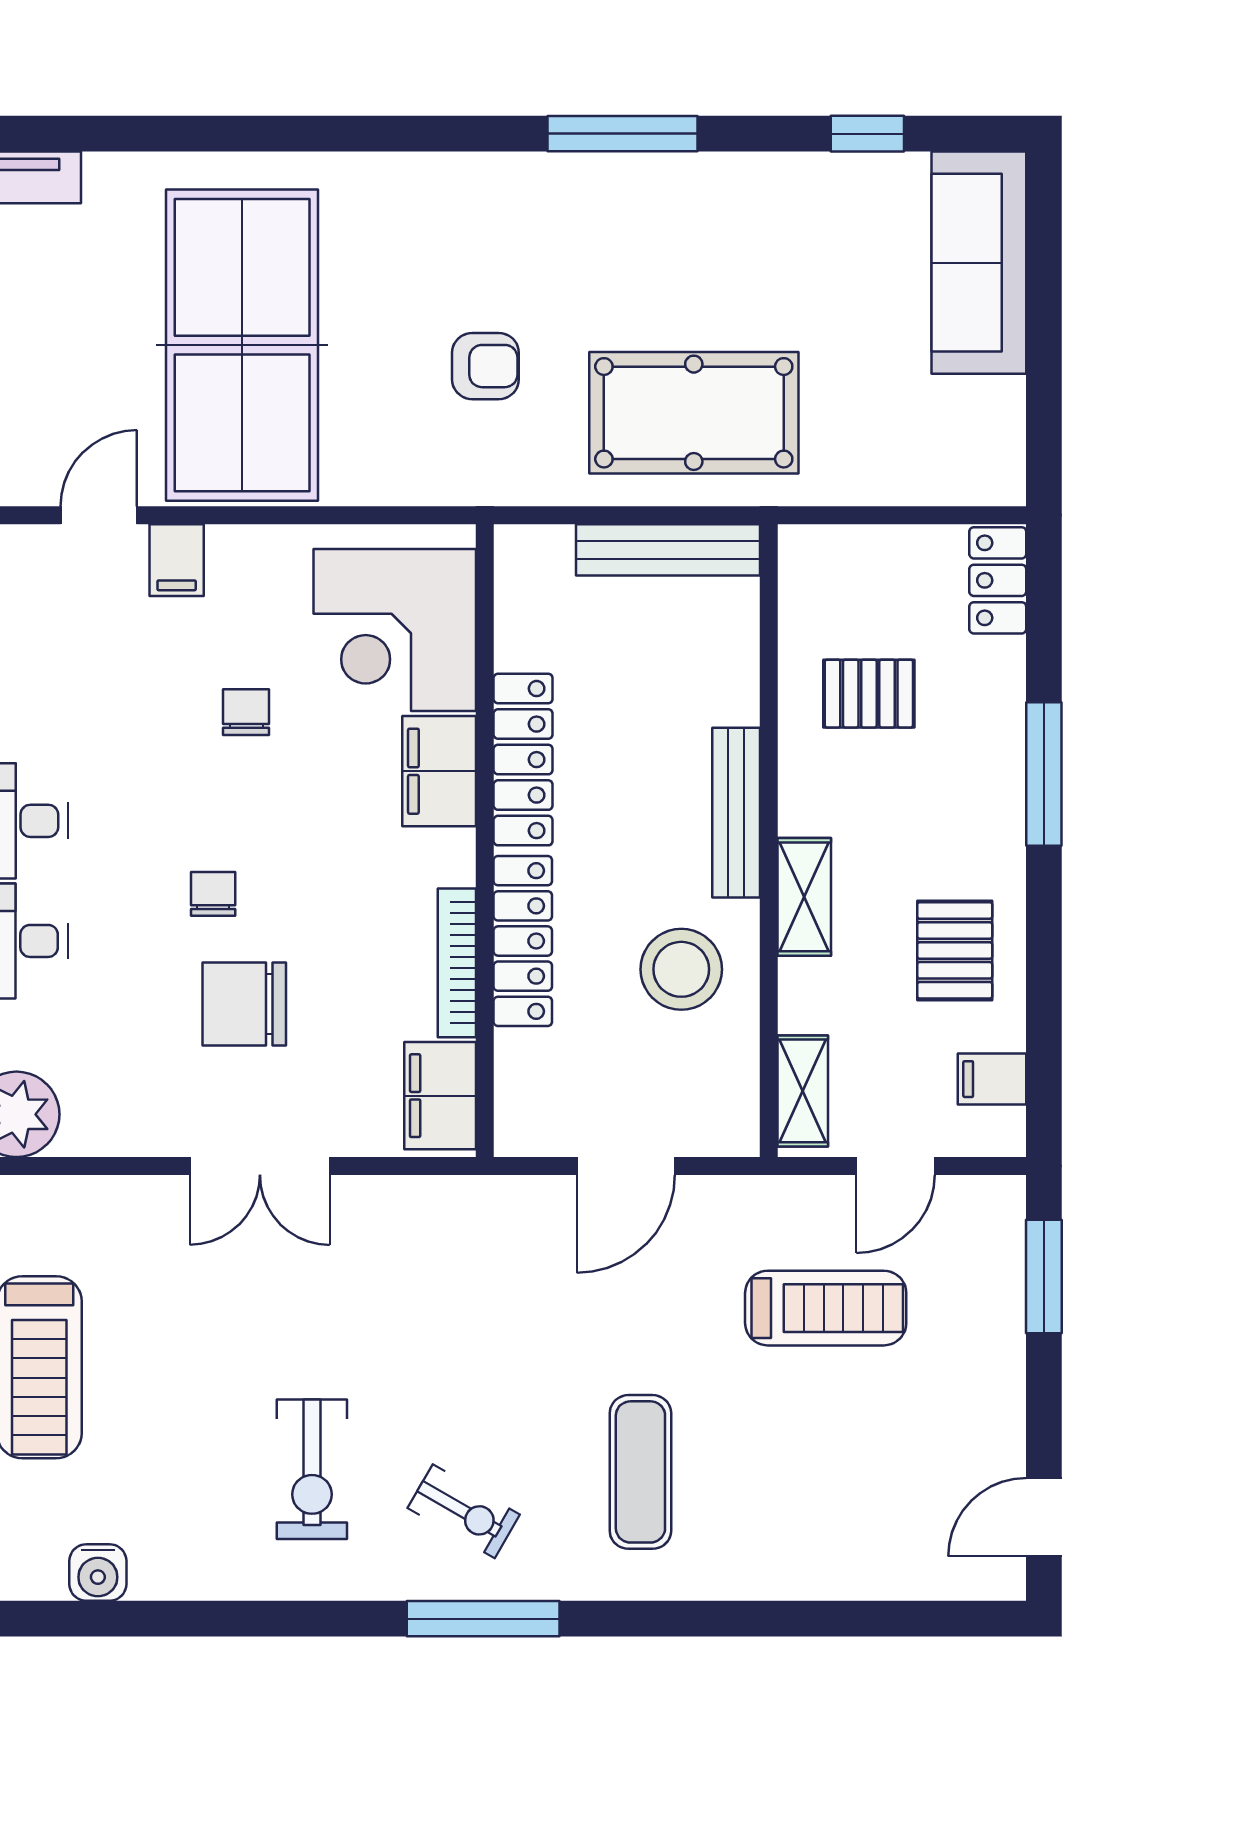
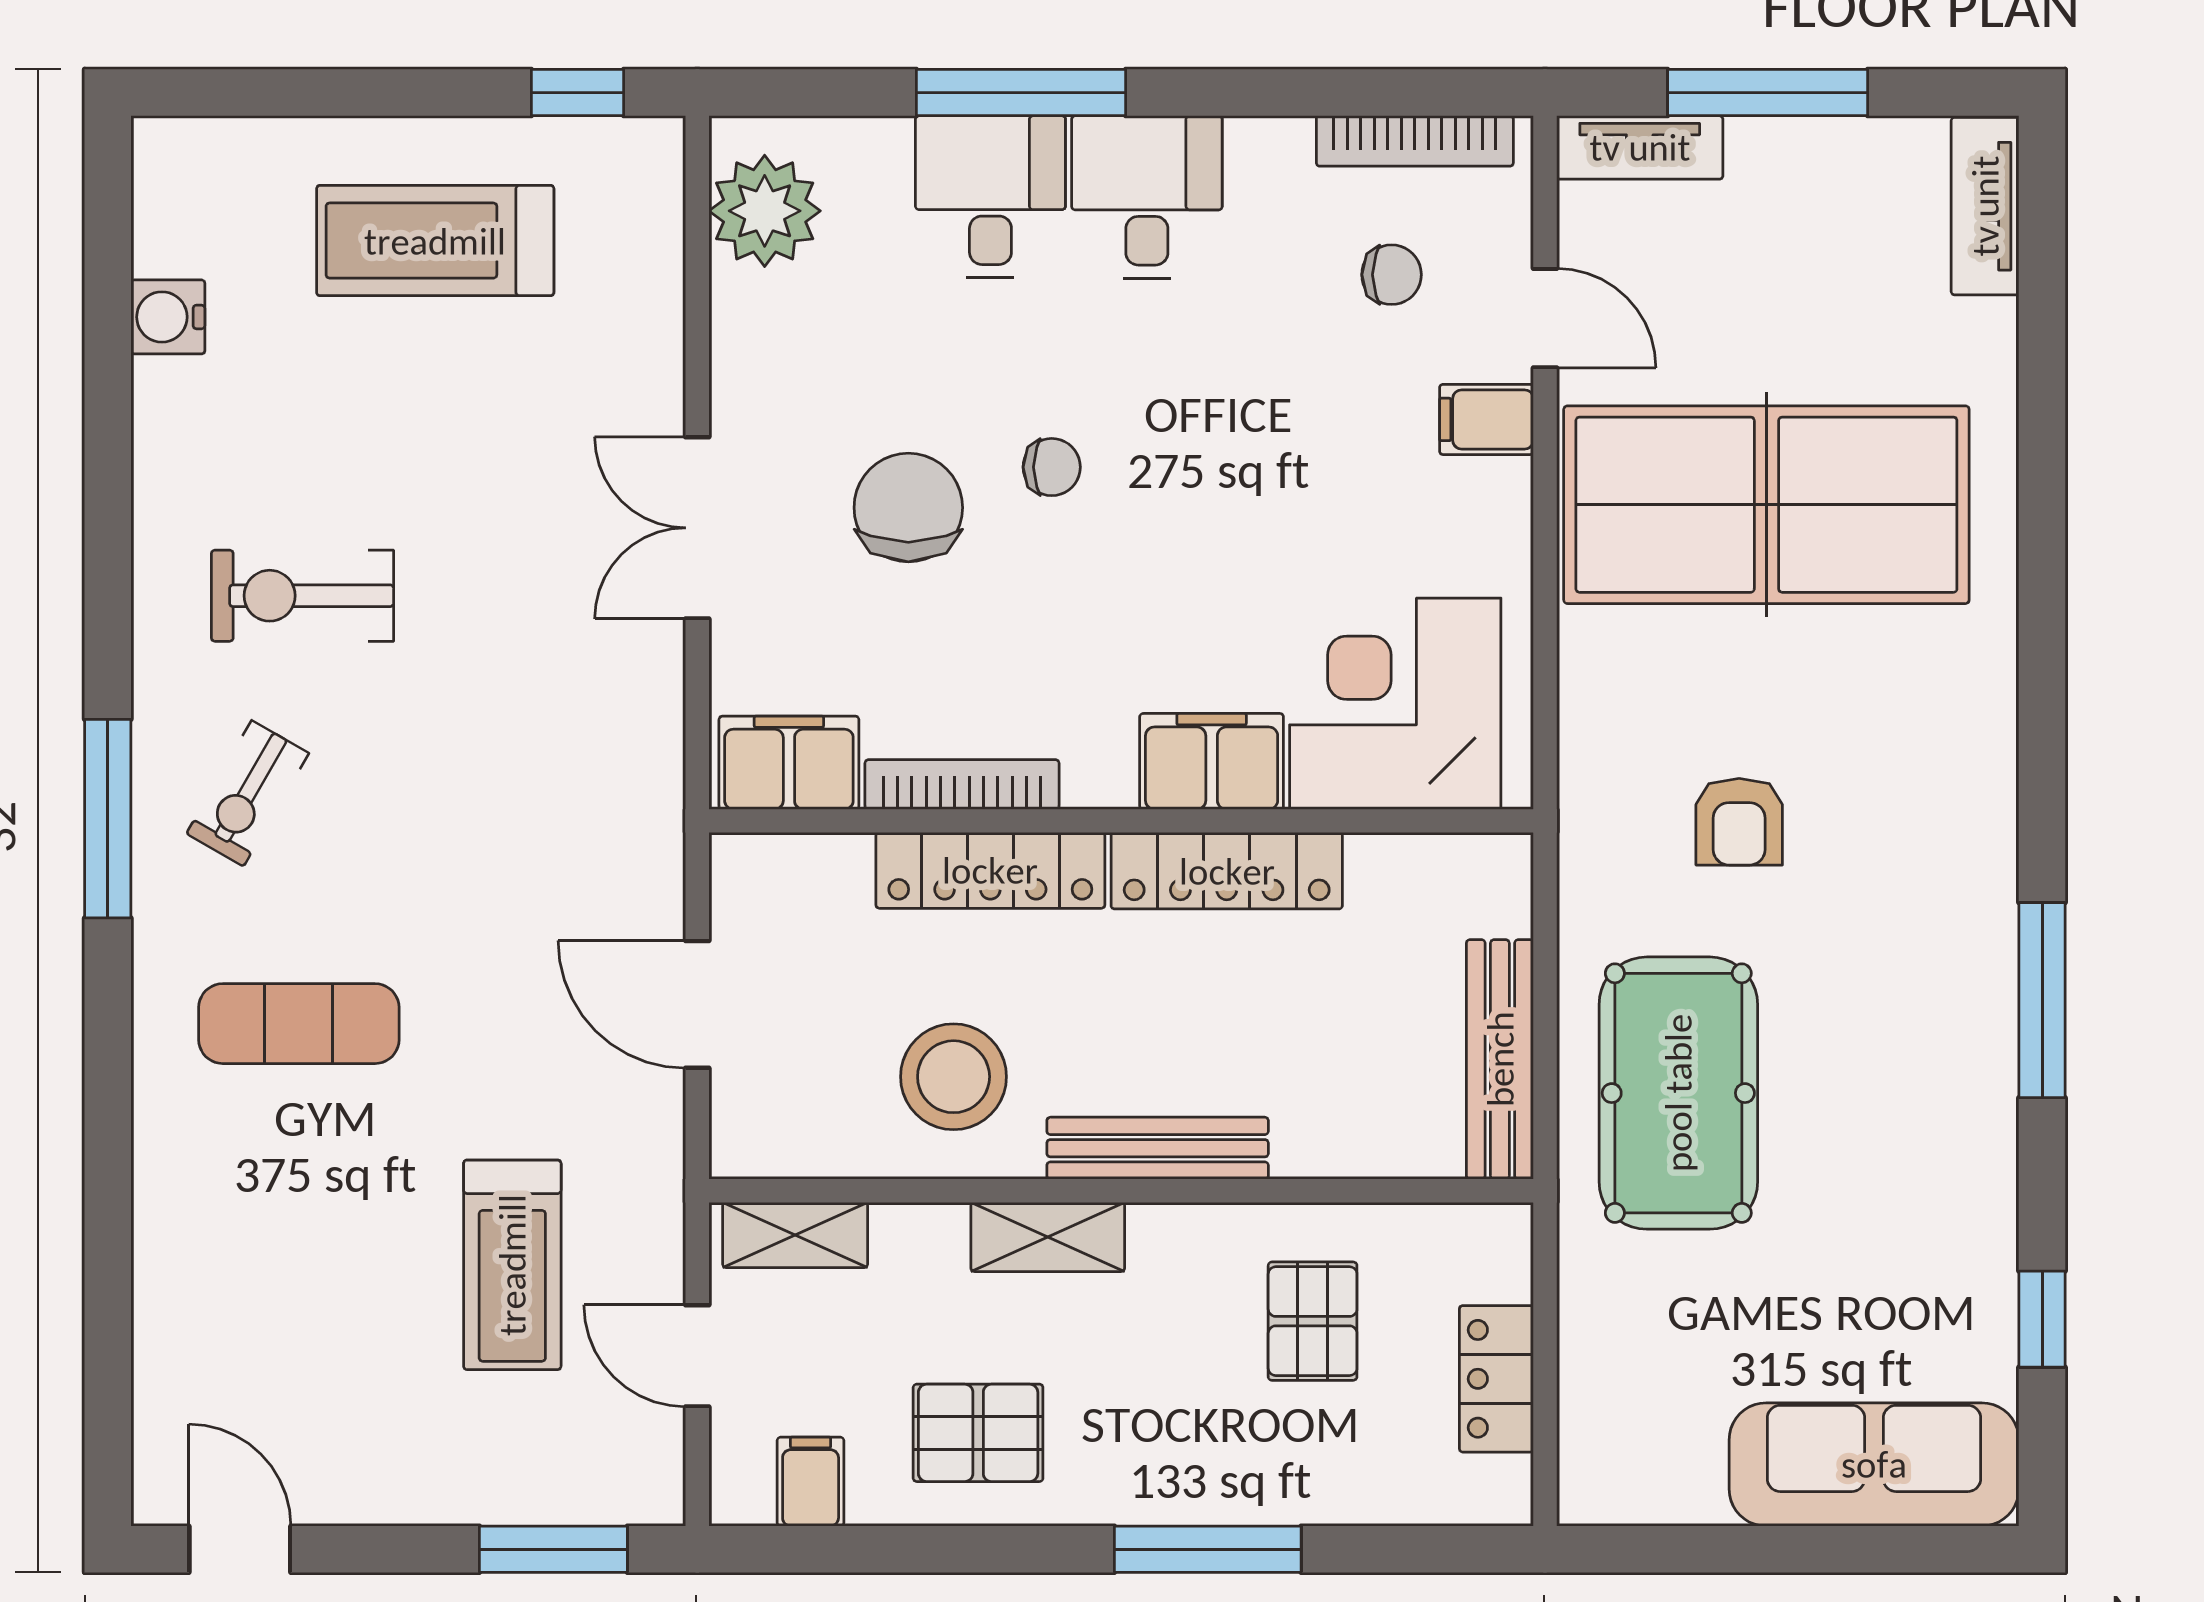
locker: (998, 580) -> (1496, 1379), moved, turned -90
chair: (246, 712) -> (1392, 275), moved

